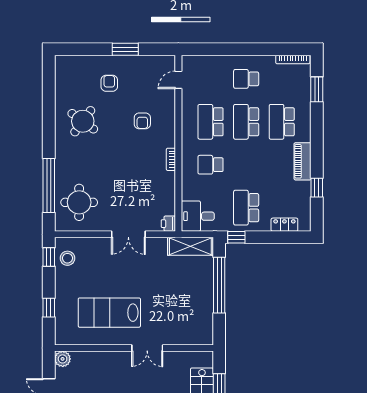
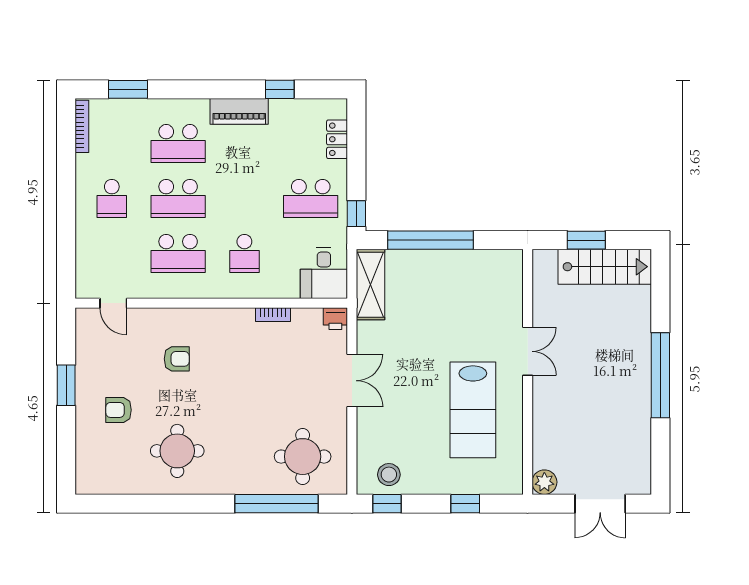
round table: (83, 121) -> (177, 451), turned -36
bookcase: (171, 159) -> (273, 315), moved

